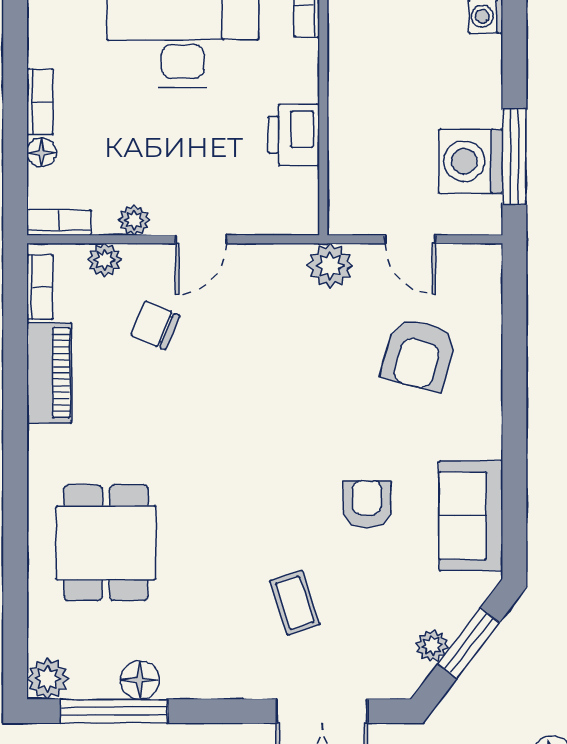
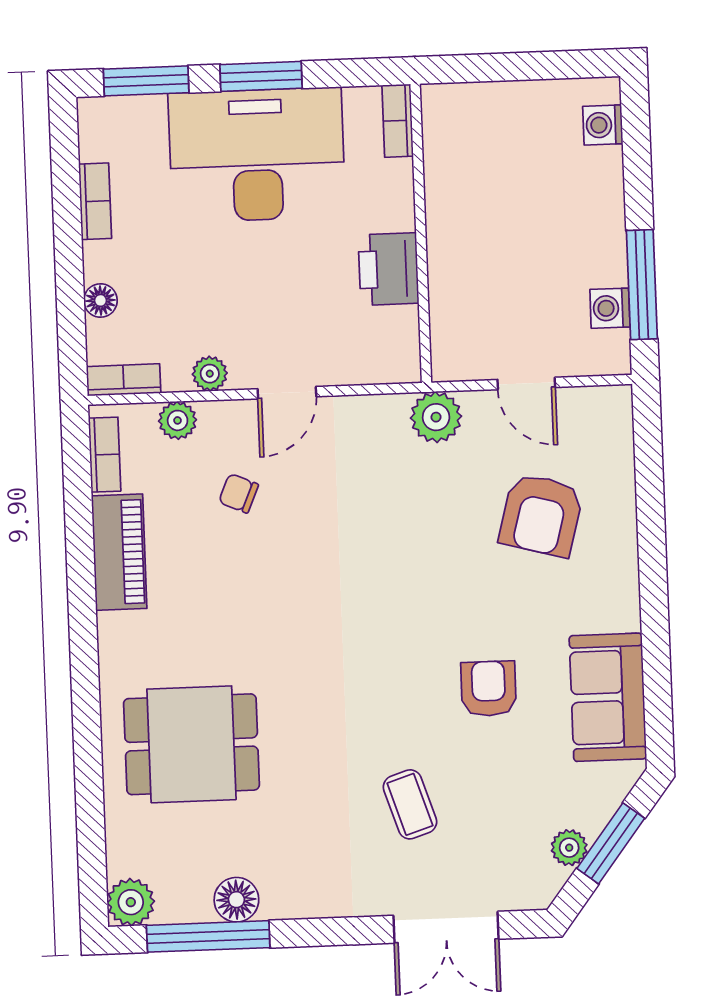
bookcase: (40, 102) -> (95, 201), moved
washing machine: (471, 161) -> (610, 308), width x0.53, depth x0.53
chair: (155, 325) -> (239, 493), width x0.73, depth x0.73
dining table: (106, 543) -> (191, 744), turned 90

